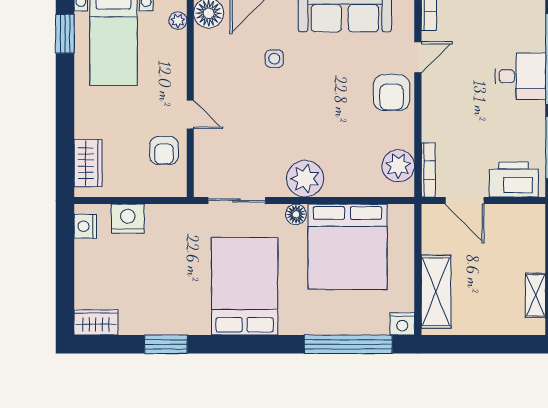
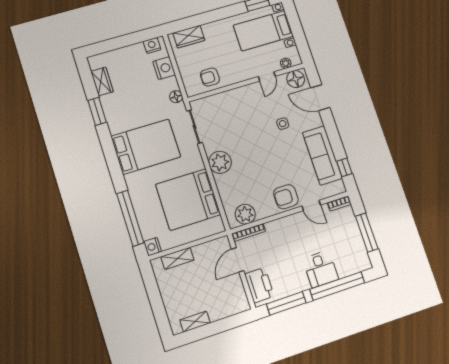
door: (190, 115) -> (267, 76), moved
floor lamp: (296, 214) -> (176, 97), moved
shelving: (436, 292) -> (178, 258), width x0.67, depth x0.75
wardrobe: (96, 322) -> (102, 81), moved

